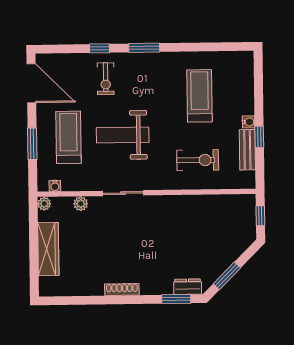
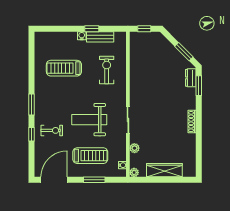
weight bench: (123, 135) -> (89, 120), turned 90
treadmill: (69, 137) -> (90, 156), turned 180

